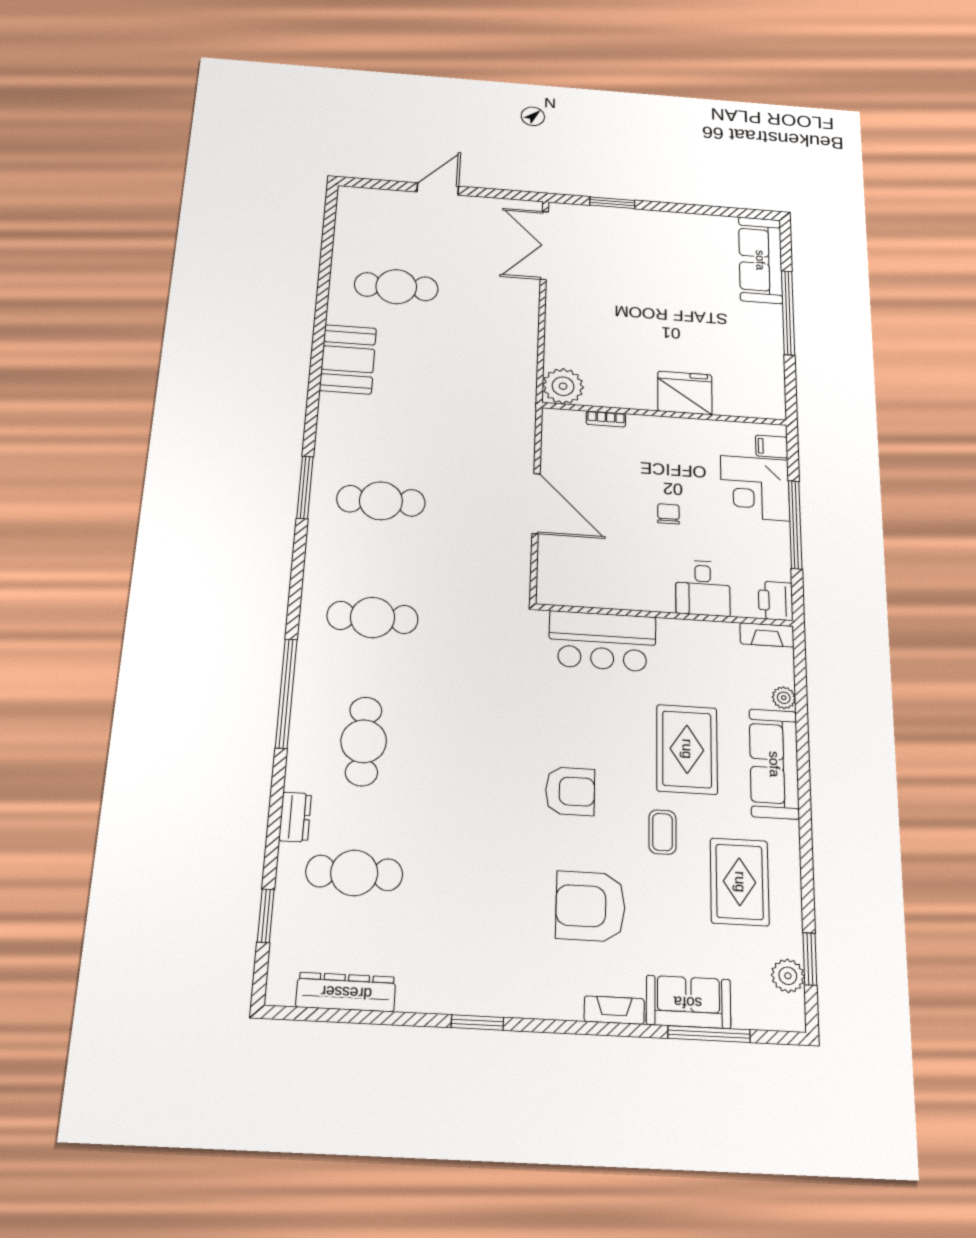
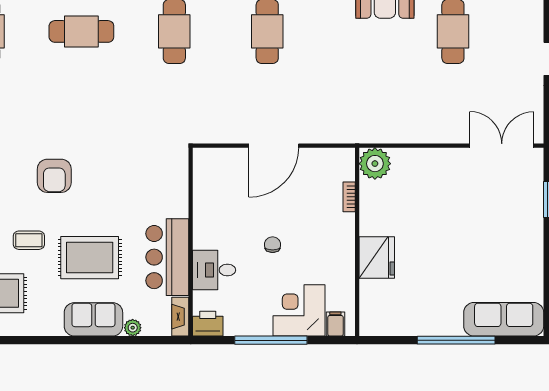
chair: (668, 514) -> (273, 245), turned -90
bar counter: (602, 641) -> (167, 257), moved
sofa: (774, 764) -> (93, 319), width x0.73

